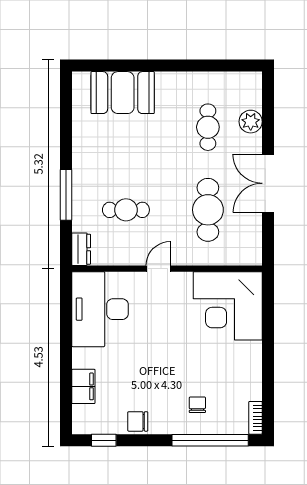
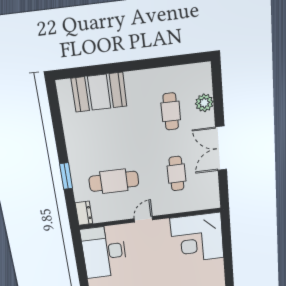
window: (66, 195) -> (66, 176), width x0.69
cafe table: (126, 210) -> (114, 181), width x1.37, depth x1.35
cafe table: (208, 210) -> (176, 174), width x0.73, depth x0.74

